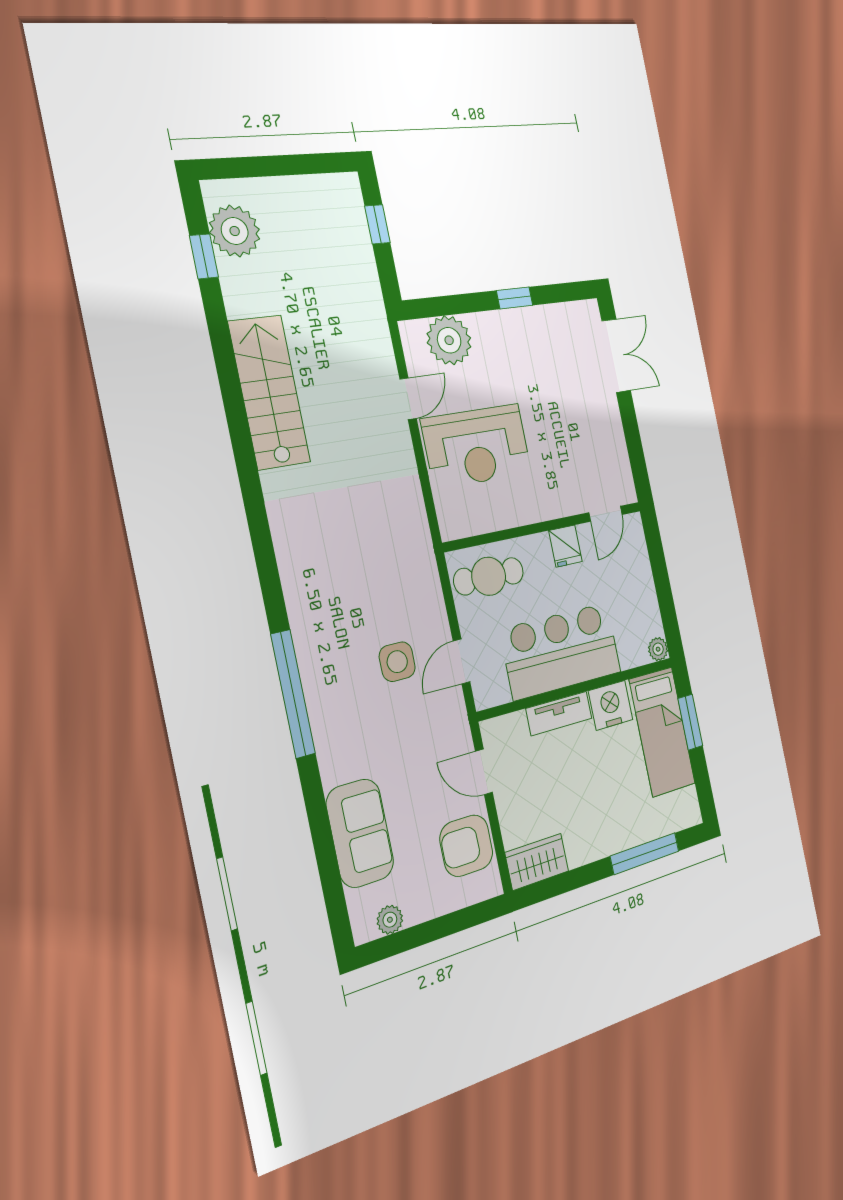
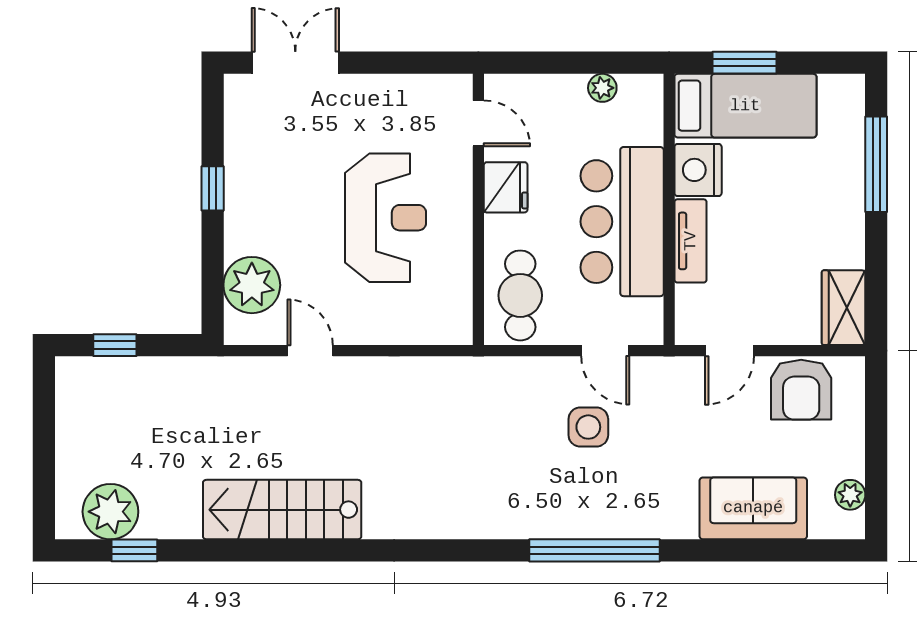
reception desk: (477, 446) -> (386, 218), moved
fridge: (566, 546) -> (506, 187), width x1.38
plant: (658, 649) -> (602, 88), moved

